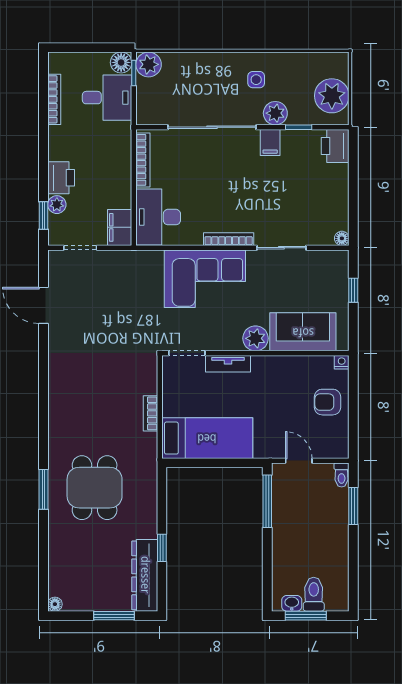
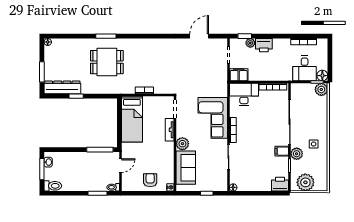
toilet: (314, 594) -> (53, 186), moved

